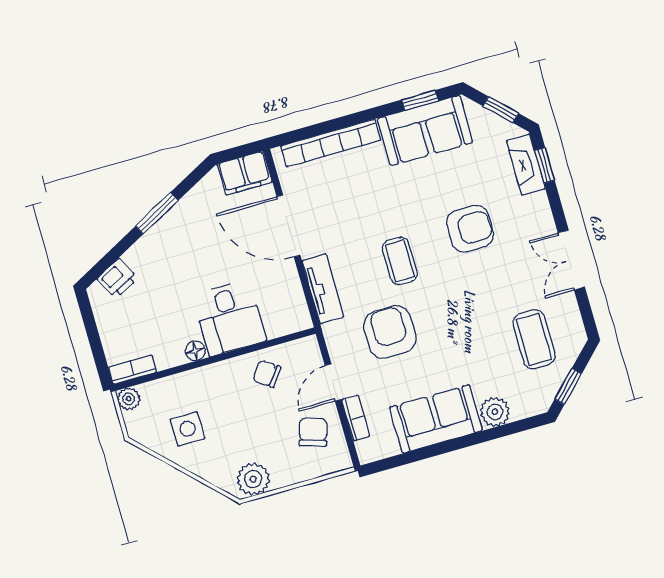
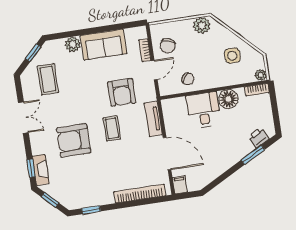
sofa: (425, 130) -> (90, 194), removed
filing cabinet: (245, 173) -> (180, 185), width x0.50
window: (157, 213) -> (253, 155), moved
armchair: (470, 229) -> (74, 140), width x1.36, depth x1.36
floor lamp: (195, 351) -> (228, 99), width x1.89, depth x1.89

